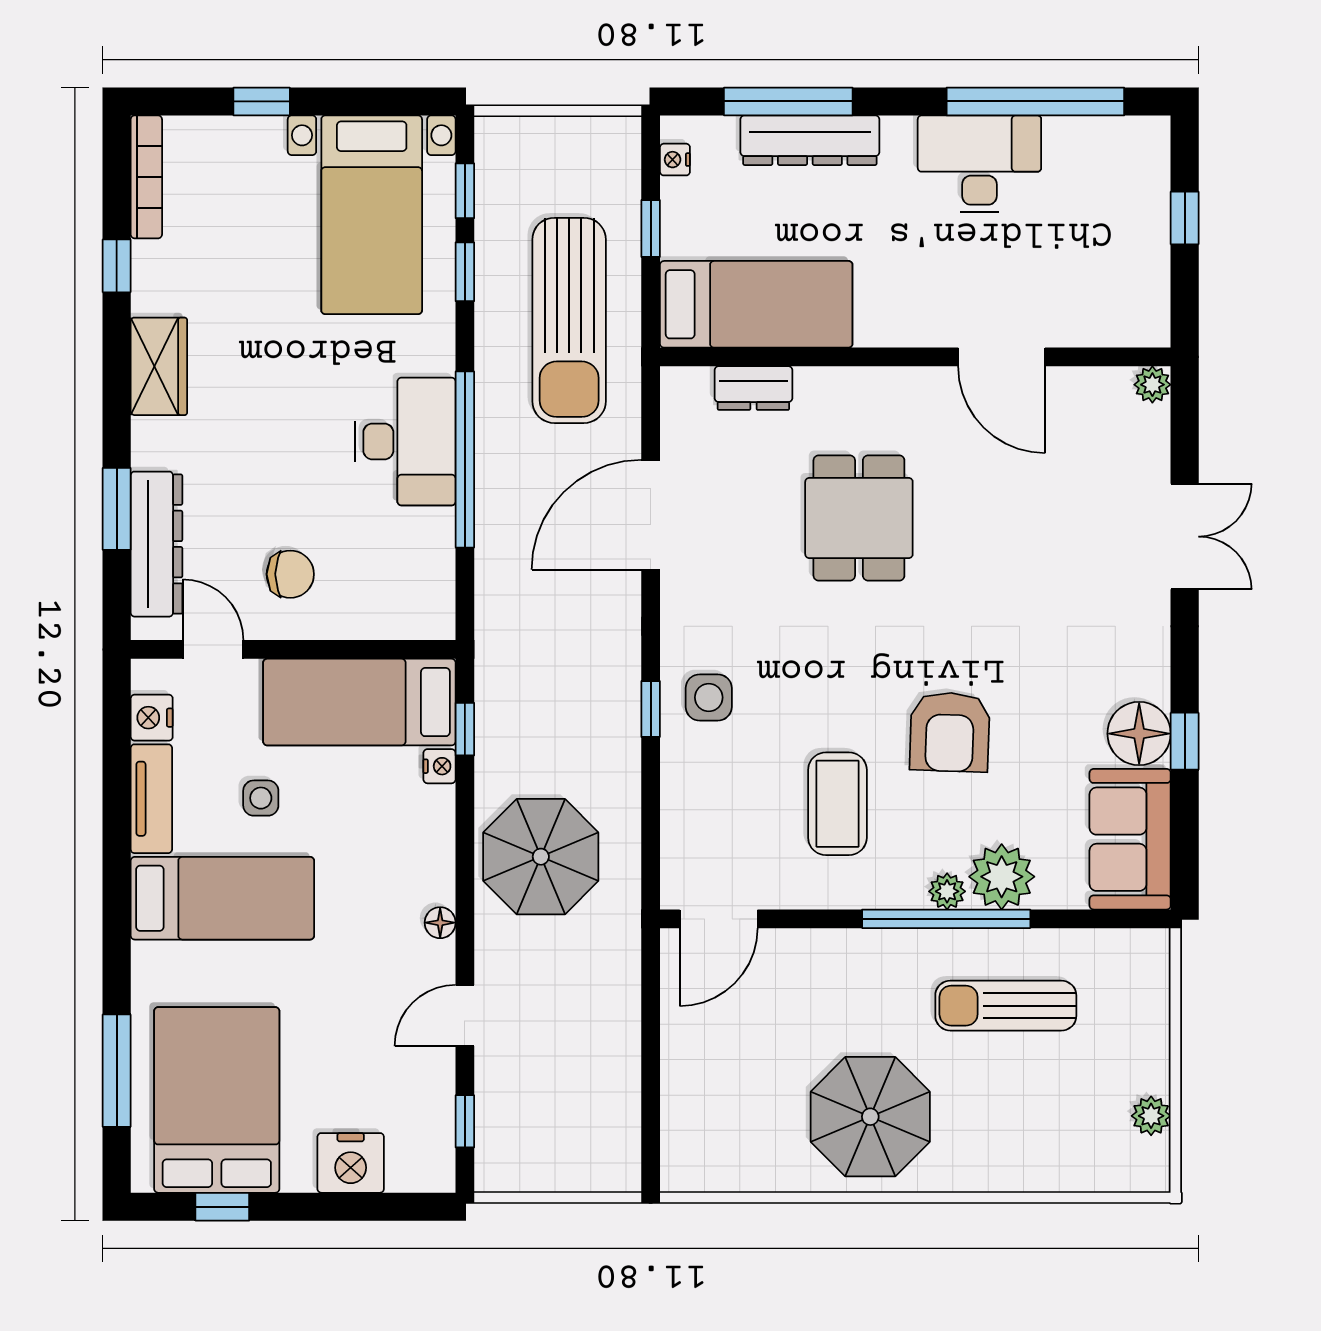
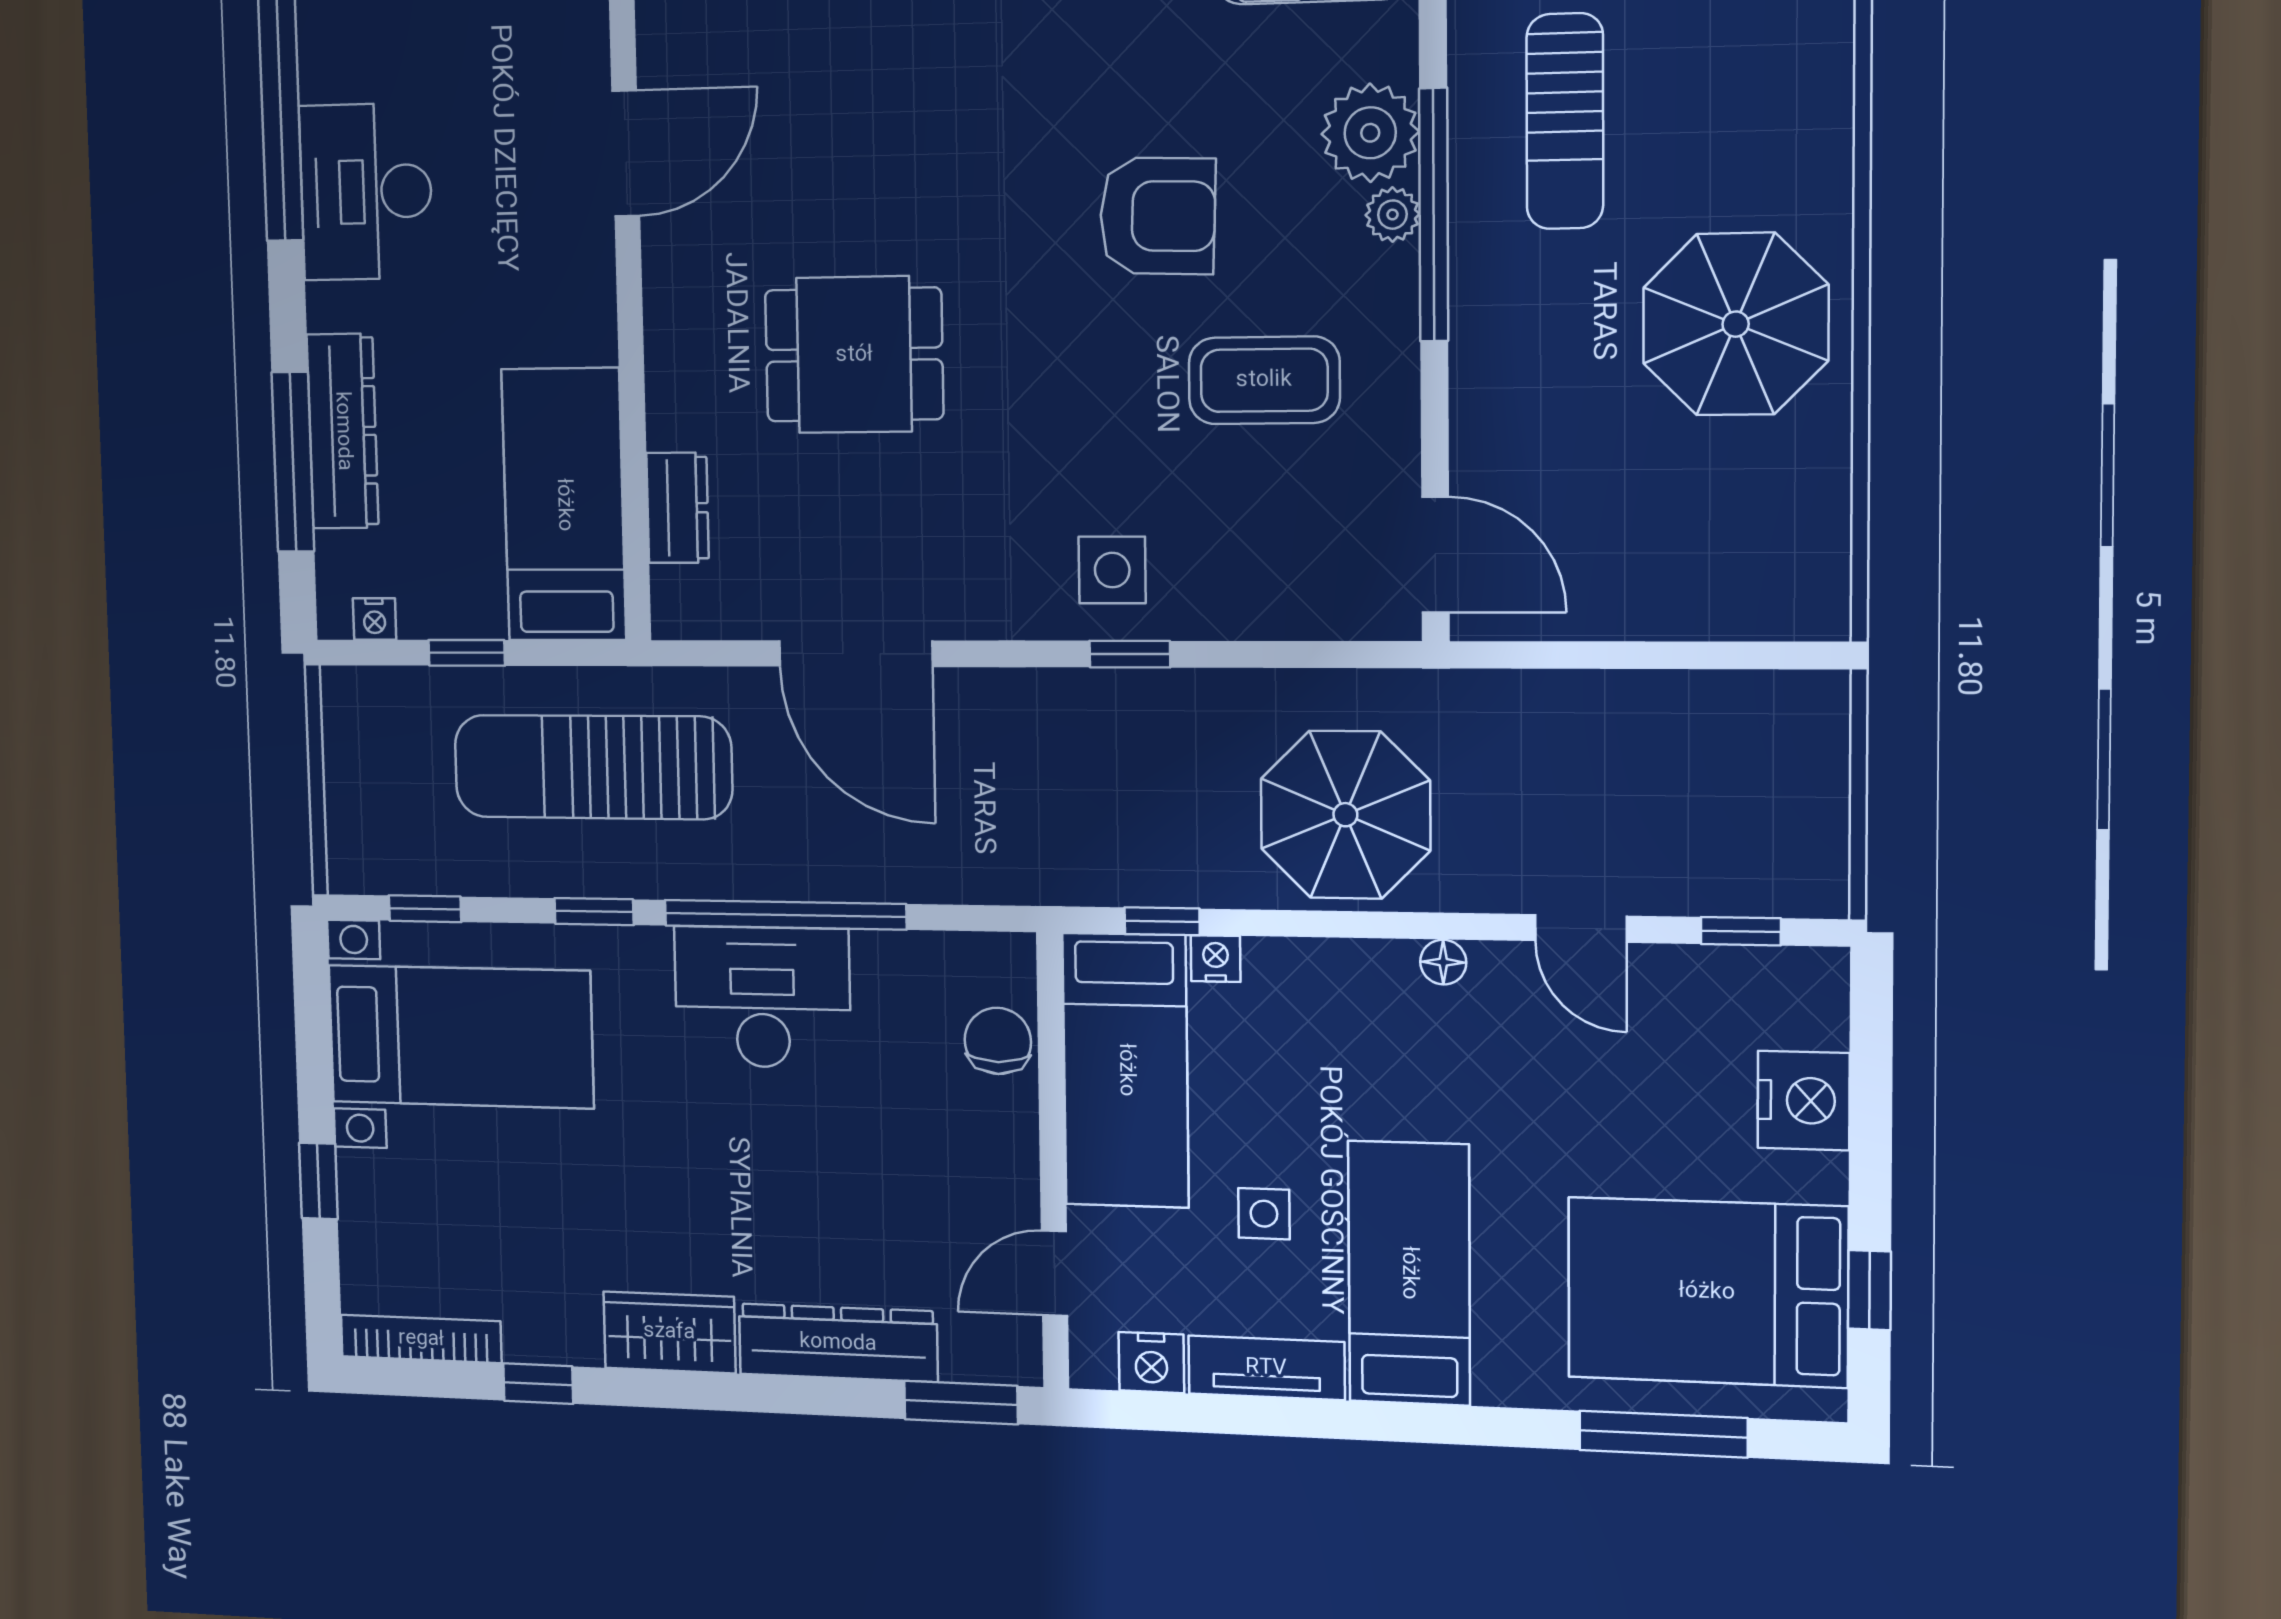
window: (465, 272) -> (594, 912), moved
sun lounger: (569, 320) -> (593, 767), turned 180
window: (117, 509) -> (961, 1403), moved
dresser: (156, 544) -> (838, 1343), moved
chair: (290, 574) -> (998, 1041), moved

